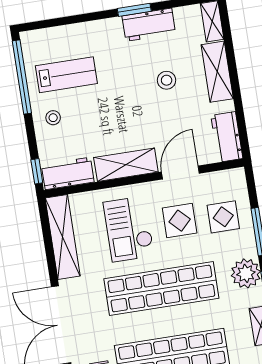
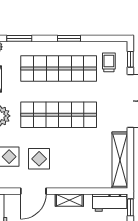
shelving: (126, 165) -> (69, 200), width x0.67, depth x0.75
checkout: (129, 229) -> (74, 159), removed

